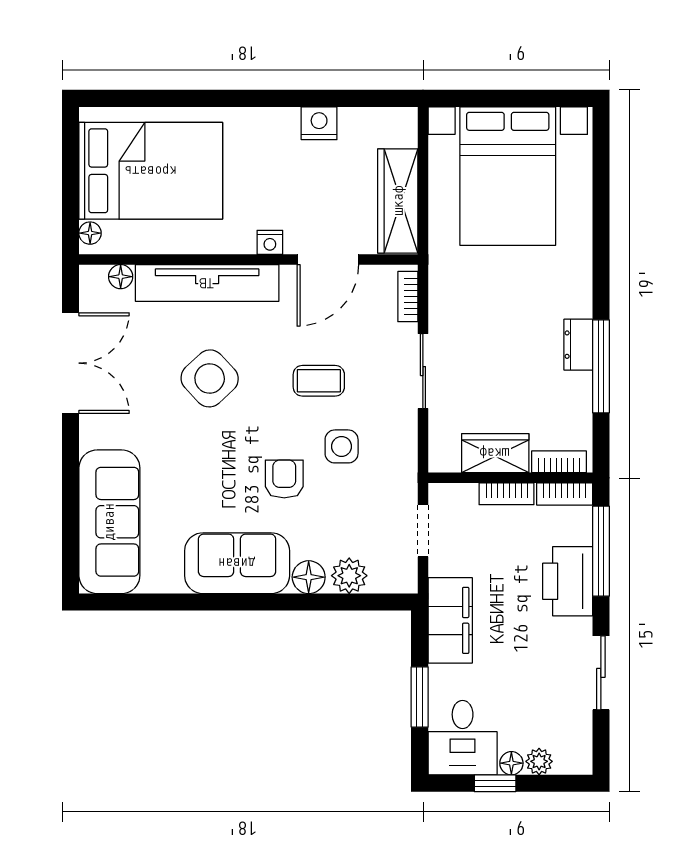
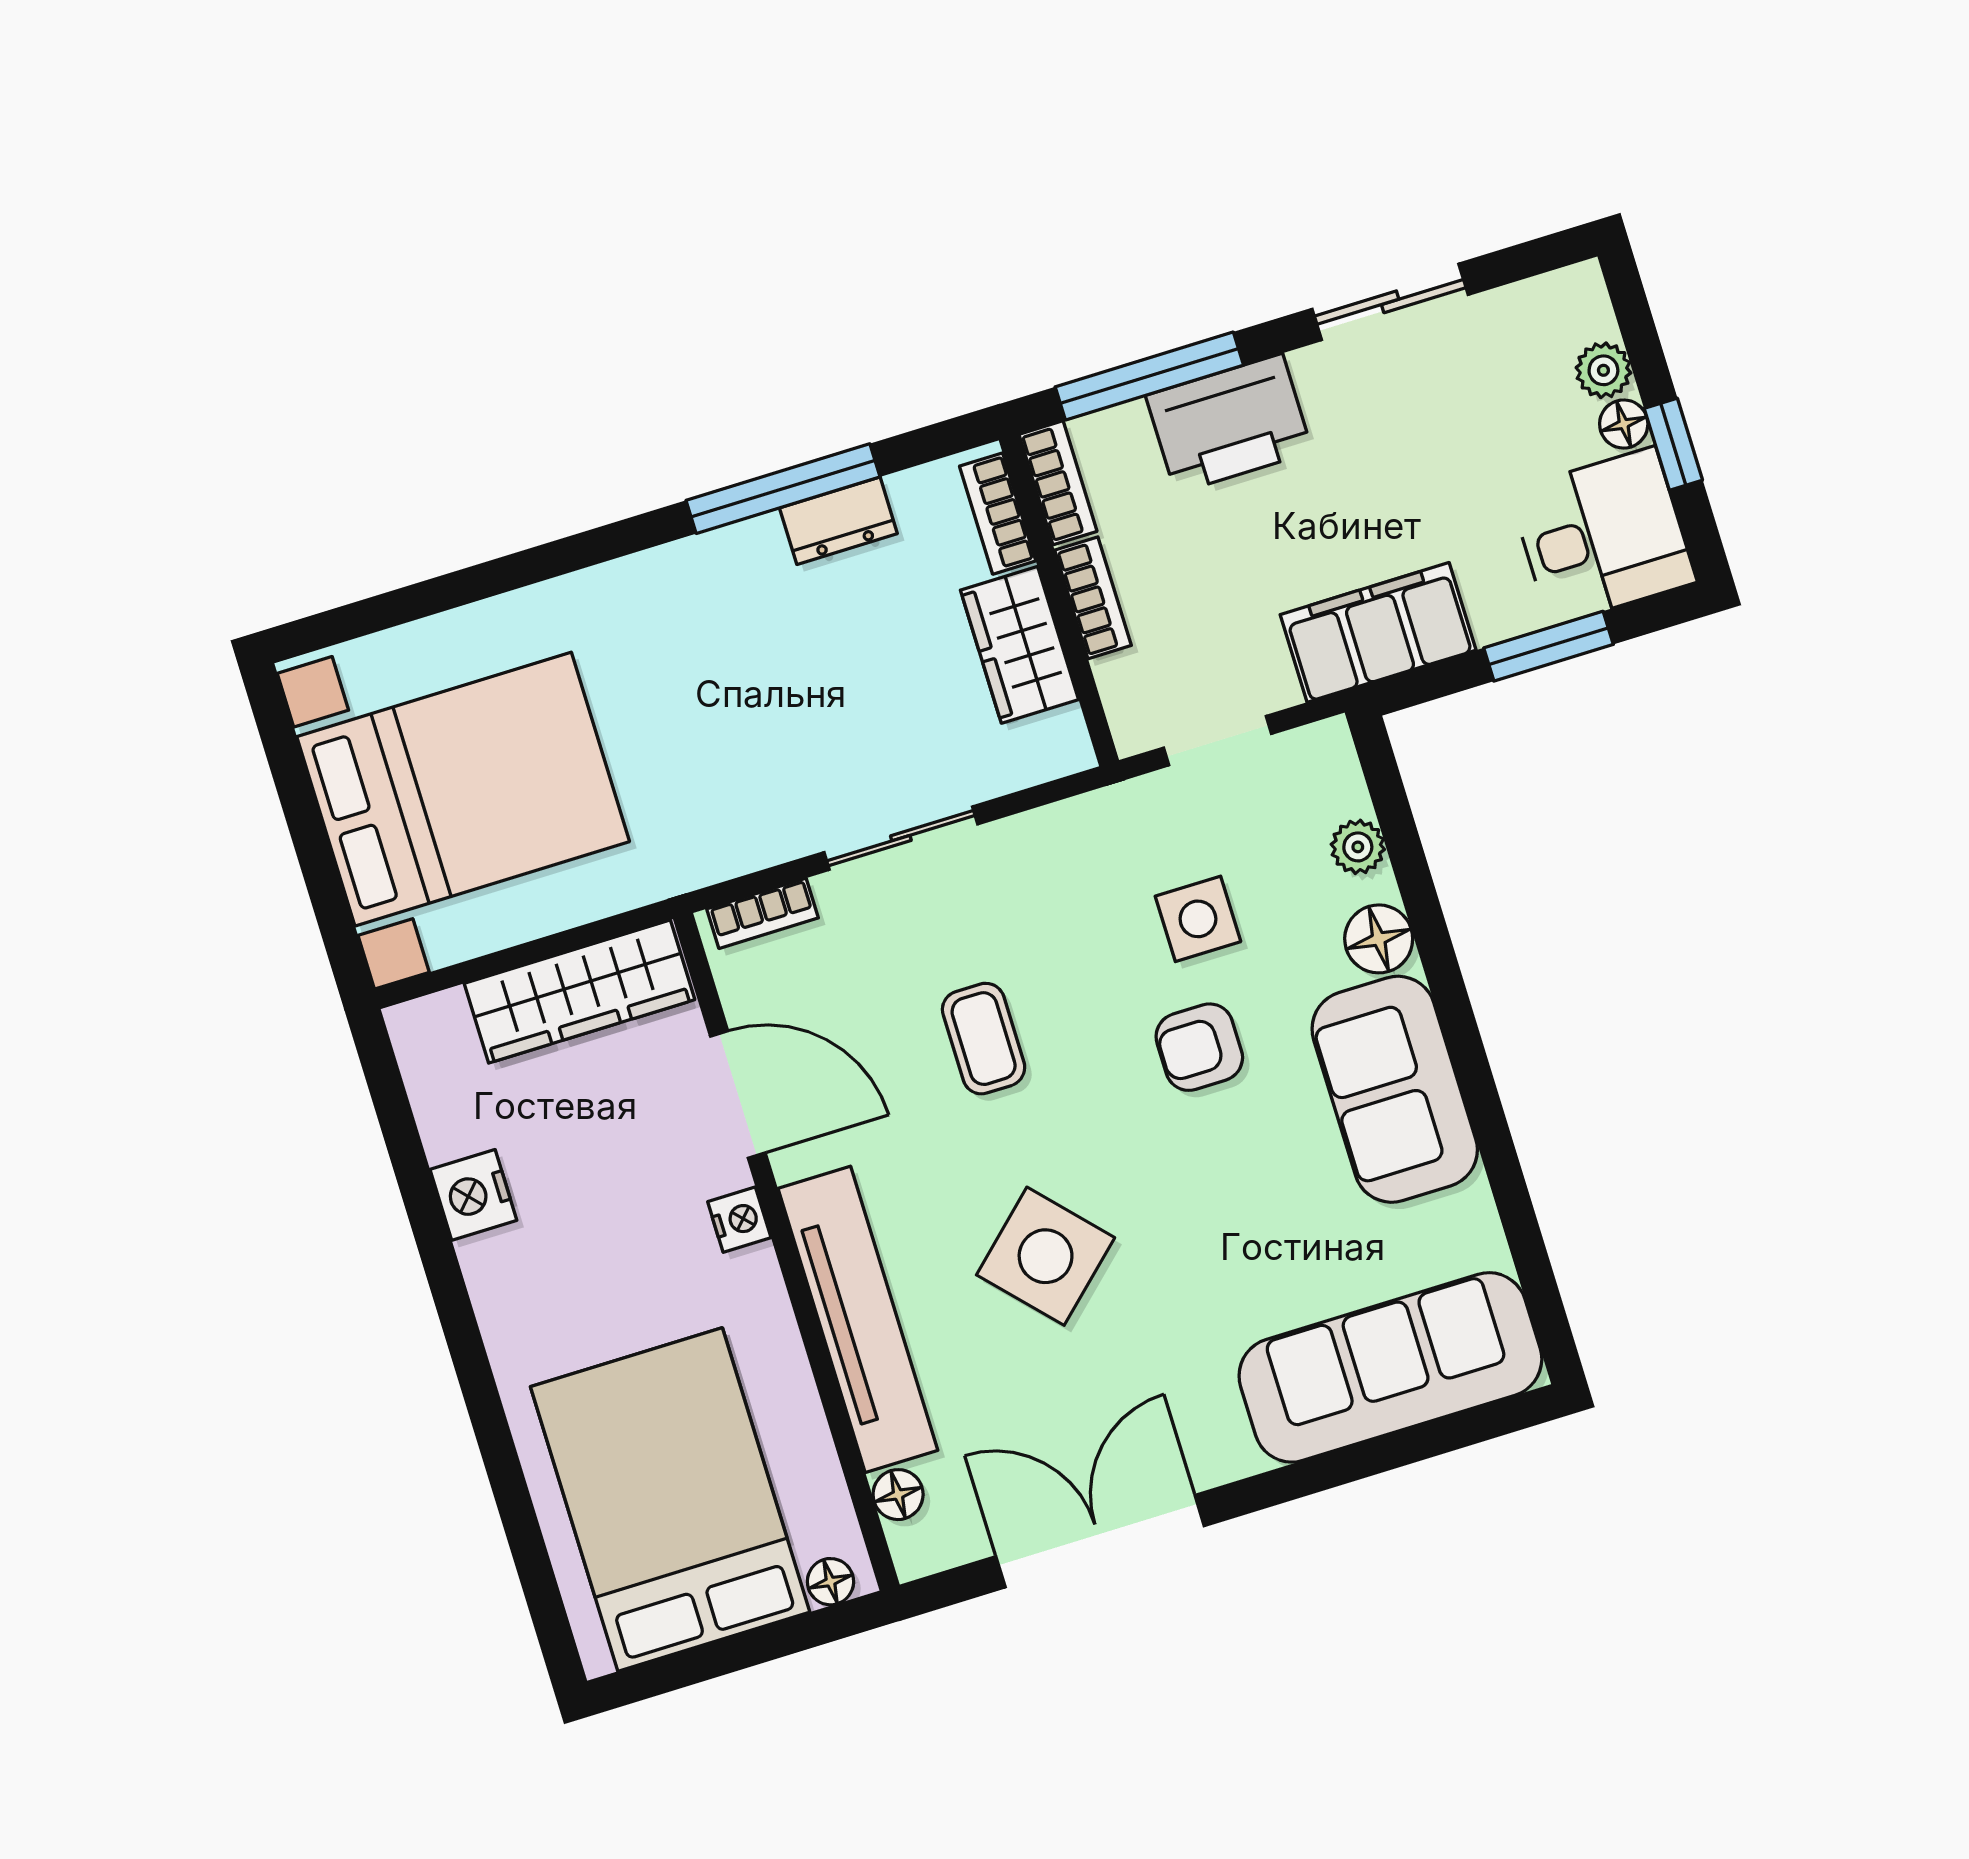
dresser: (578, 345) -> (838, 521), moved
side table: (342, 446) -> (1198, 919), moved
plant: (349, 576) -> (1358, 847), width x0.73, depth x0.73

